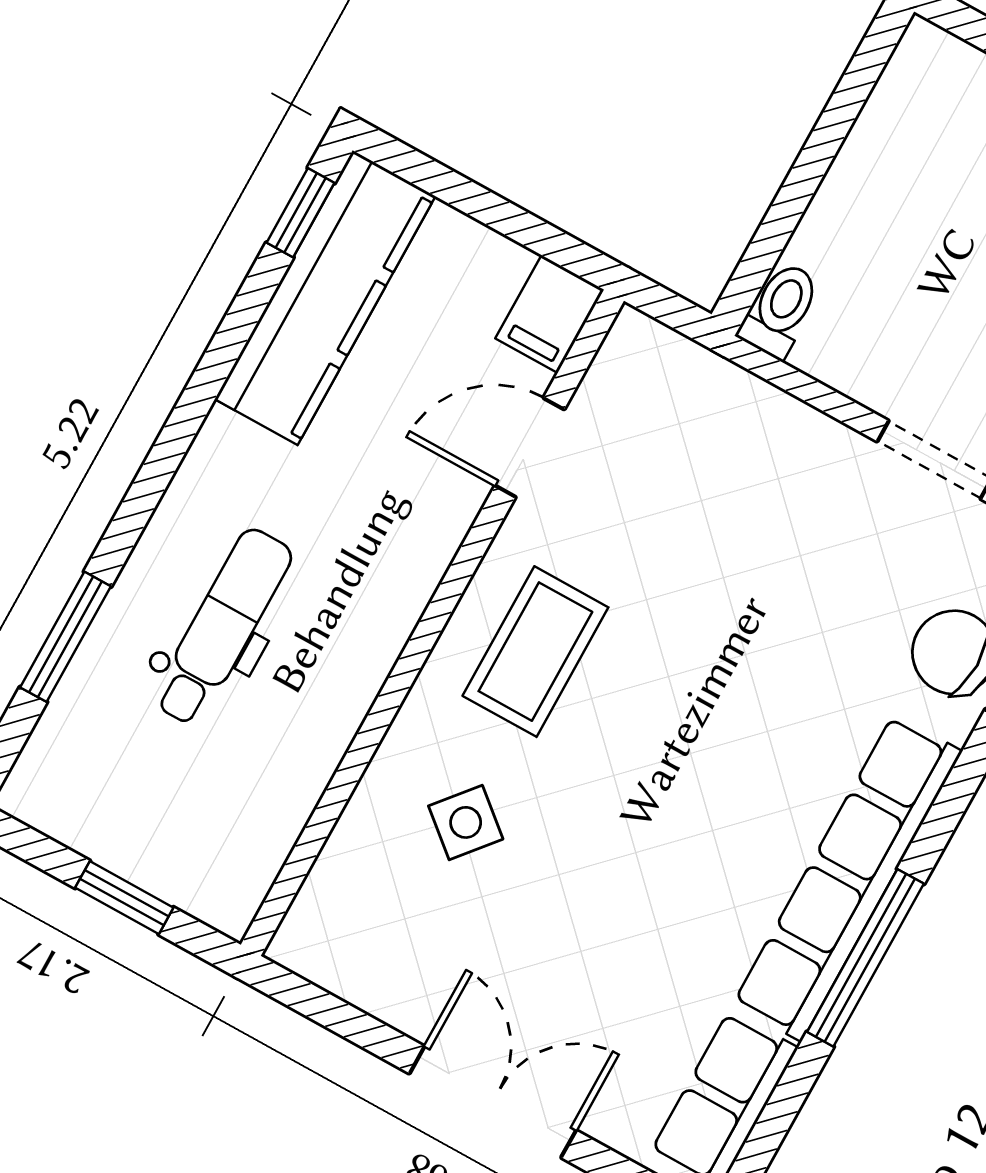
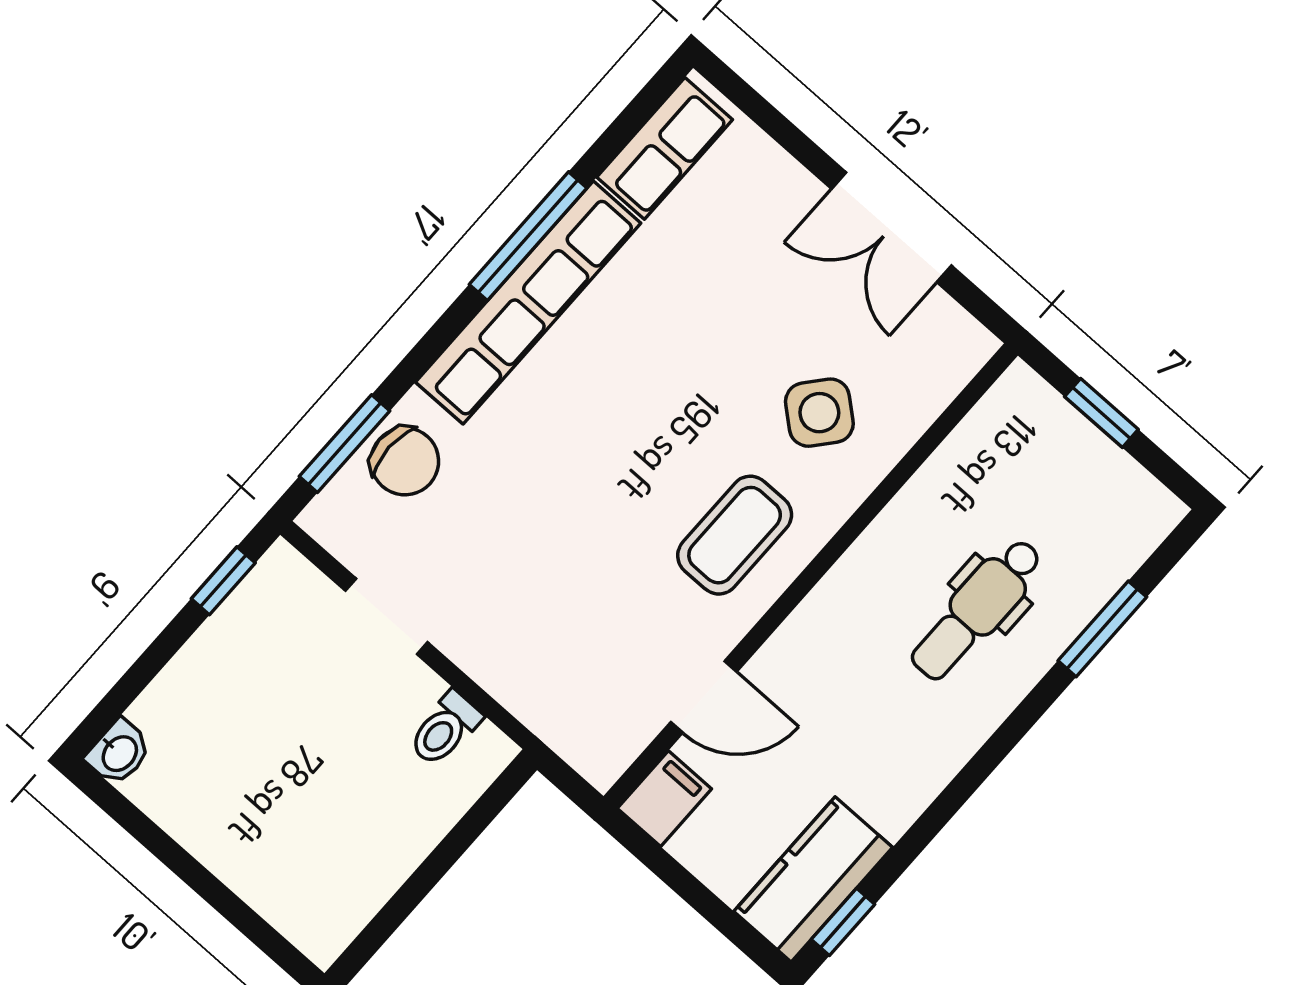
kitchen counter: (325, 298) -> (813, 879), width x0.67
toilet: (780, 310) -> (445, 729), moved
side table: (466, 822) -> (819, 413), width x1.37, depth x1.37
double door: (493, 1102) -> (891, 227), moved

